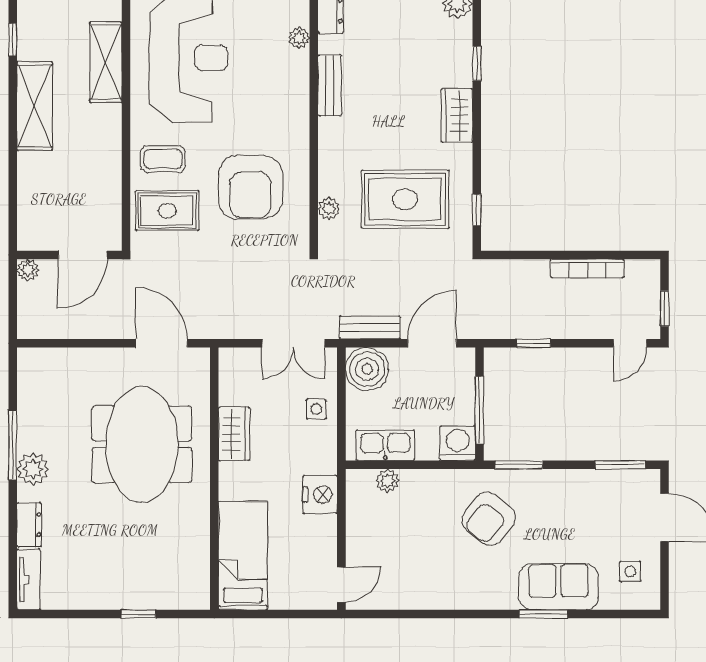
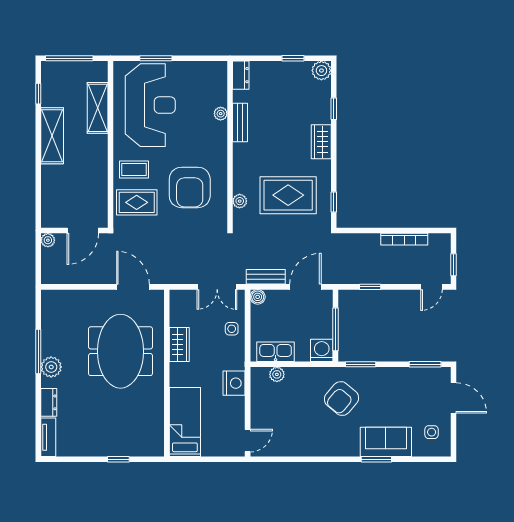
plant: (299, 38) -> (221, 114), moved
boiler: (367, 369) -> (258, 297), width x0.54, depth x0.54

